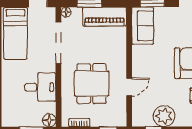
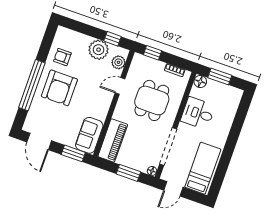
piano: (105, 17) -> (113, 140), moved, turned 90
plant: (139, 110) -> (118, 62), added

